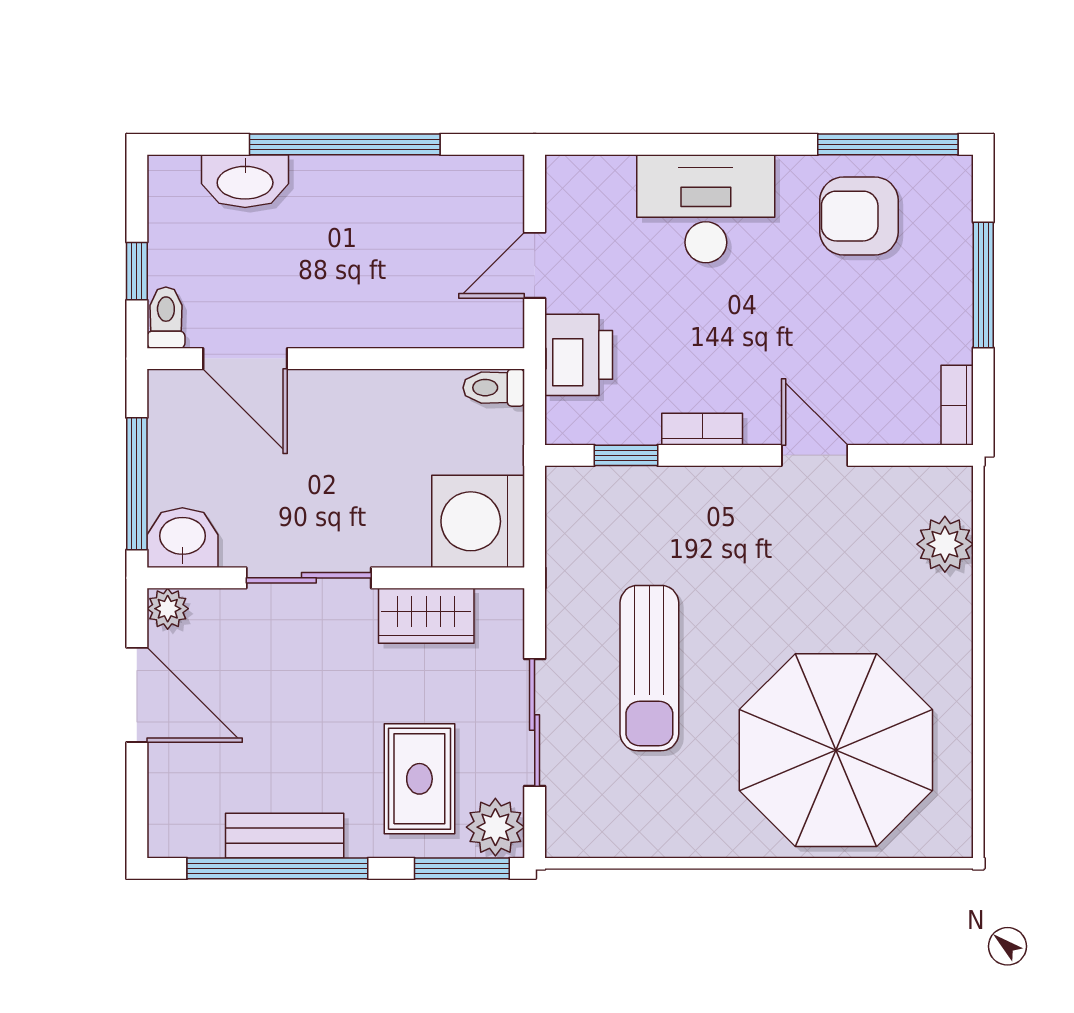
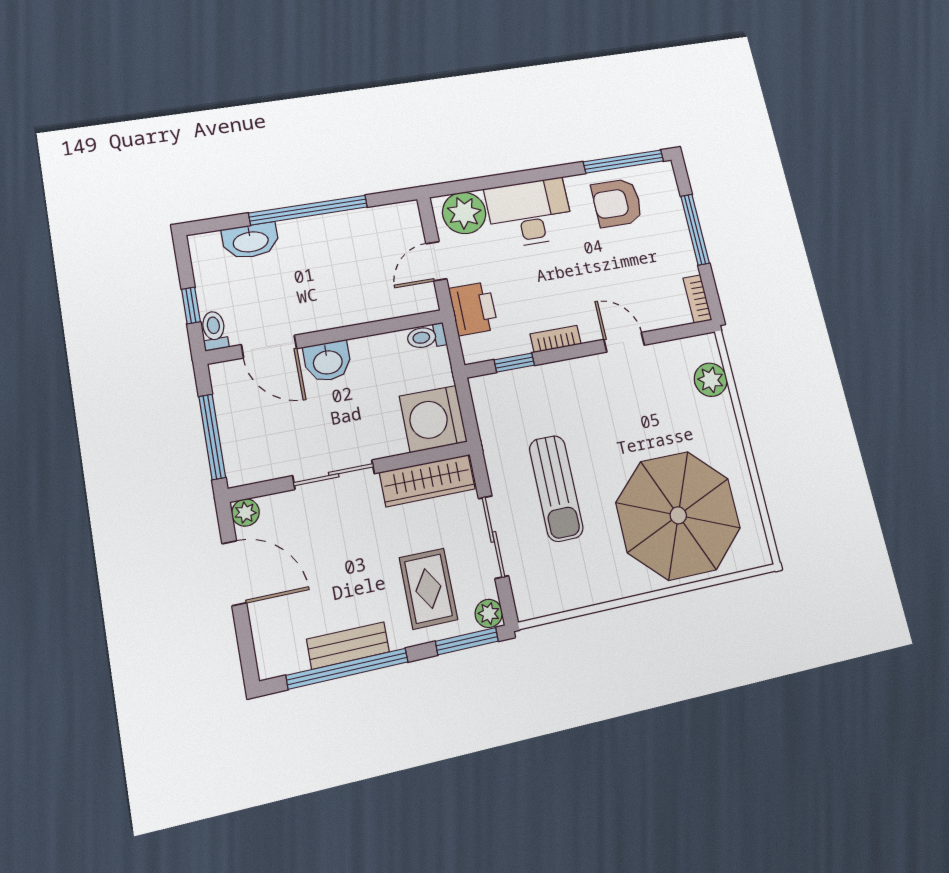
plant: (597, 191) -> (464, 213), added
washbasin: (182, 538) -> (328, 361), moved, turned 180
wardrobe: (426, 616) -> (427, 481), width x1.50
plant: (495, 827) -> (489, 613), width x0.73, depth x0.73

